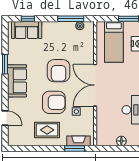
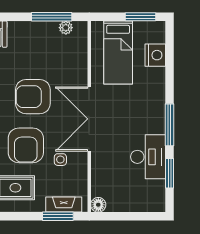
armchair: (58, 71) -> (33, 97), turned 90
armchair: (54, 102) -> (26, 145), turned 90
floor lamp: (121, 141) -> (98, 205), moved

